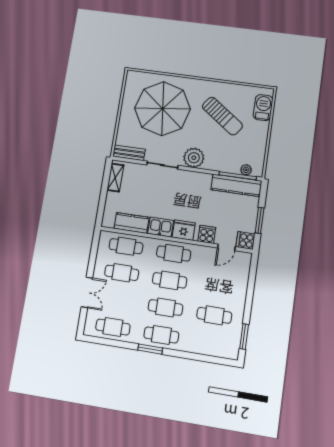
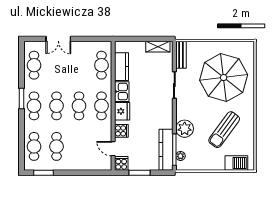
plant: (194, 158) -> (185, 129), moved
cafe table: (122, 273) -> (34, 146), moved

